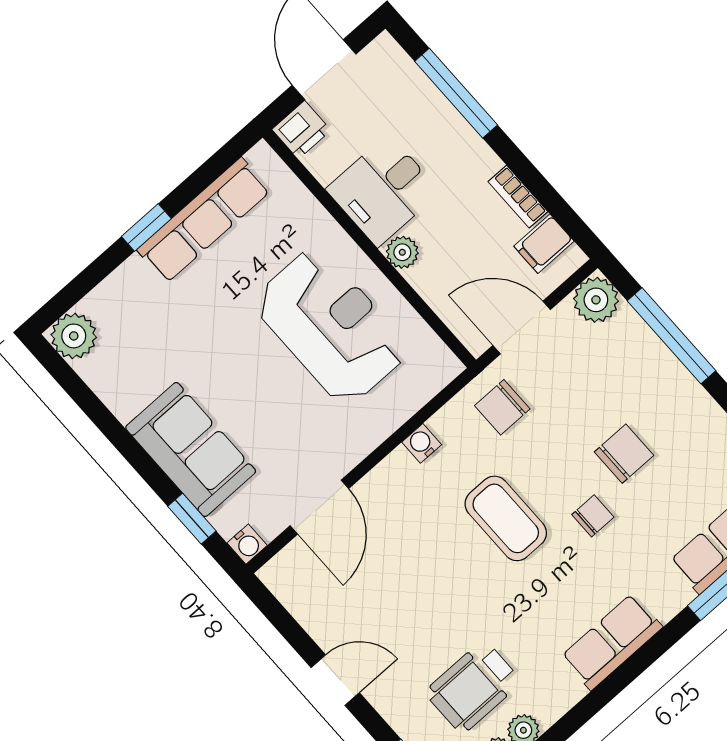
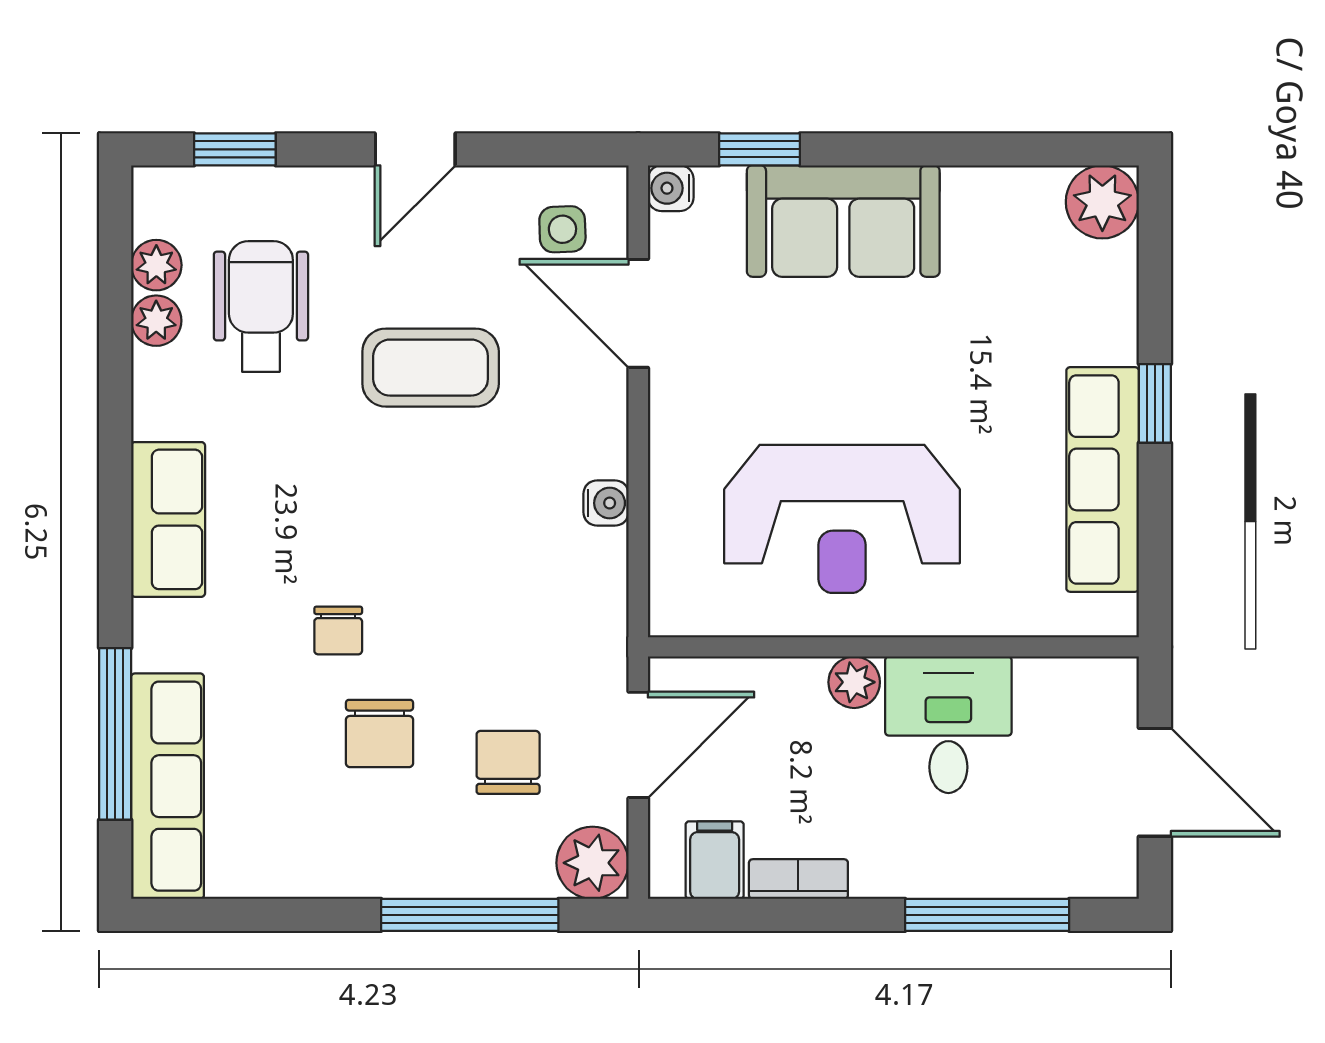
printer: (301, 130) -> (1107, 692), removed
chair: (502, 407) -> (508, 762), moved
coffee table: (506, 518) -> (431, 368), moved
side table: (311, 578) -> (562, 229), added

